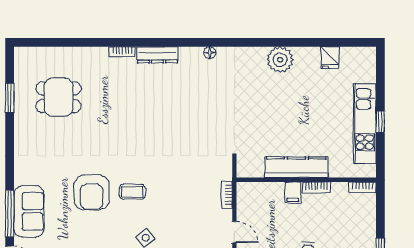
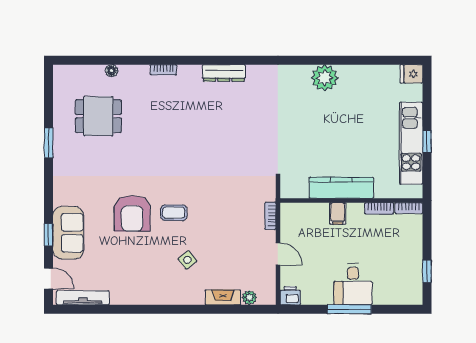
floor lamp: (210, 53) -> (112, 71), moved
dresser: (157, 55) -> (224, 73), moved
fridge: (330, 58) -> (412, 74), moved, turned 90
window: (10, 98) -> (49, 143), moved
bookcase: (316, 187) -> (379, 208), moved
window: (10, 213) -> (49, 235), width x0.46

